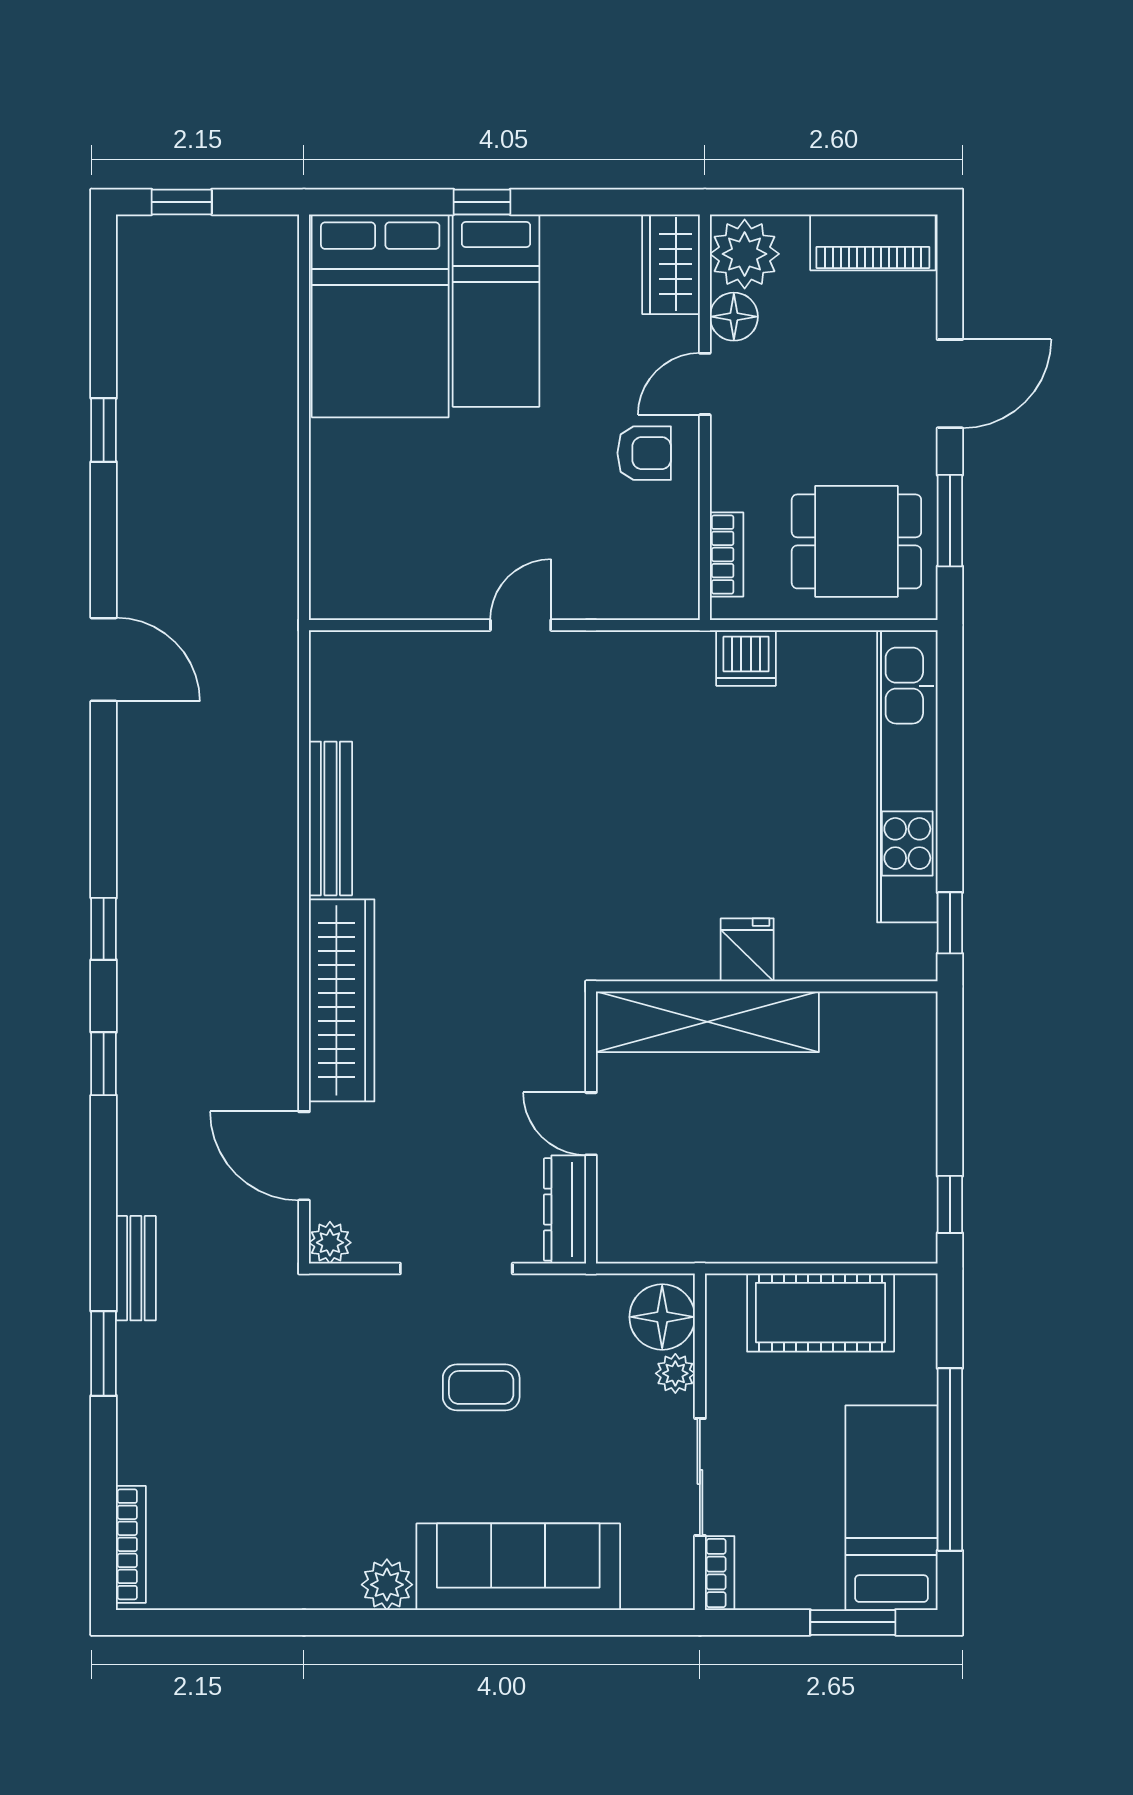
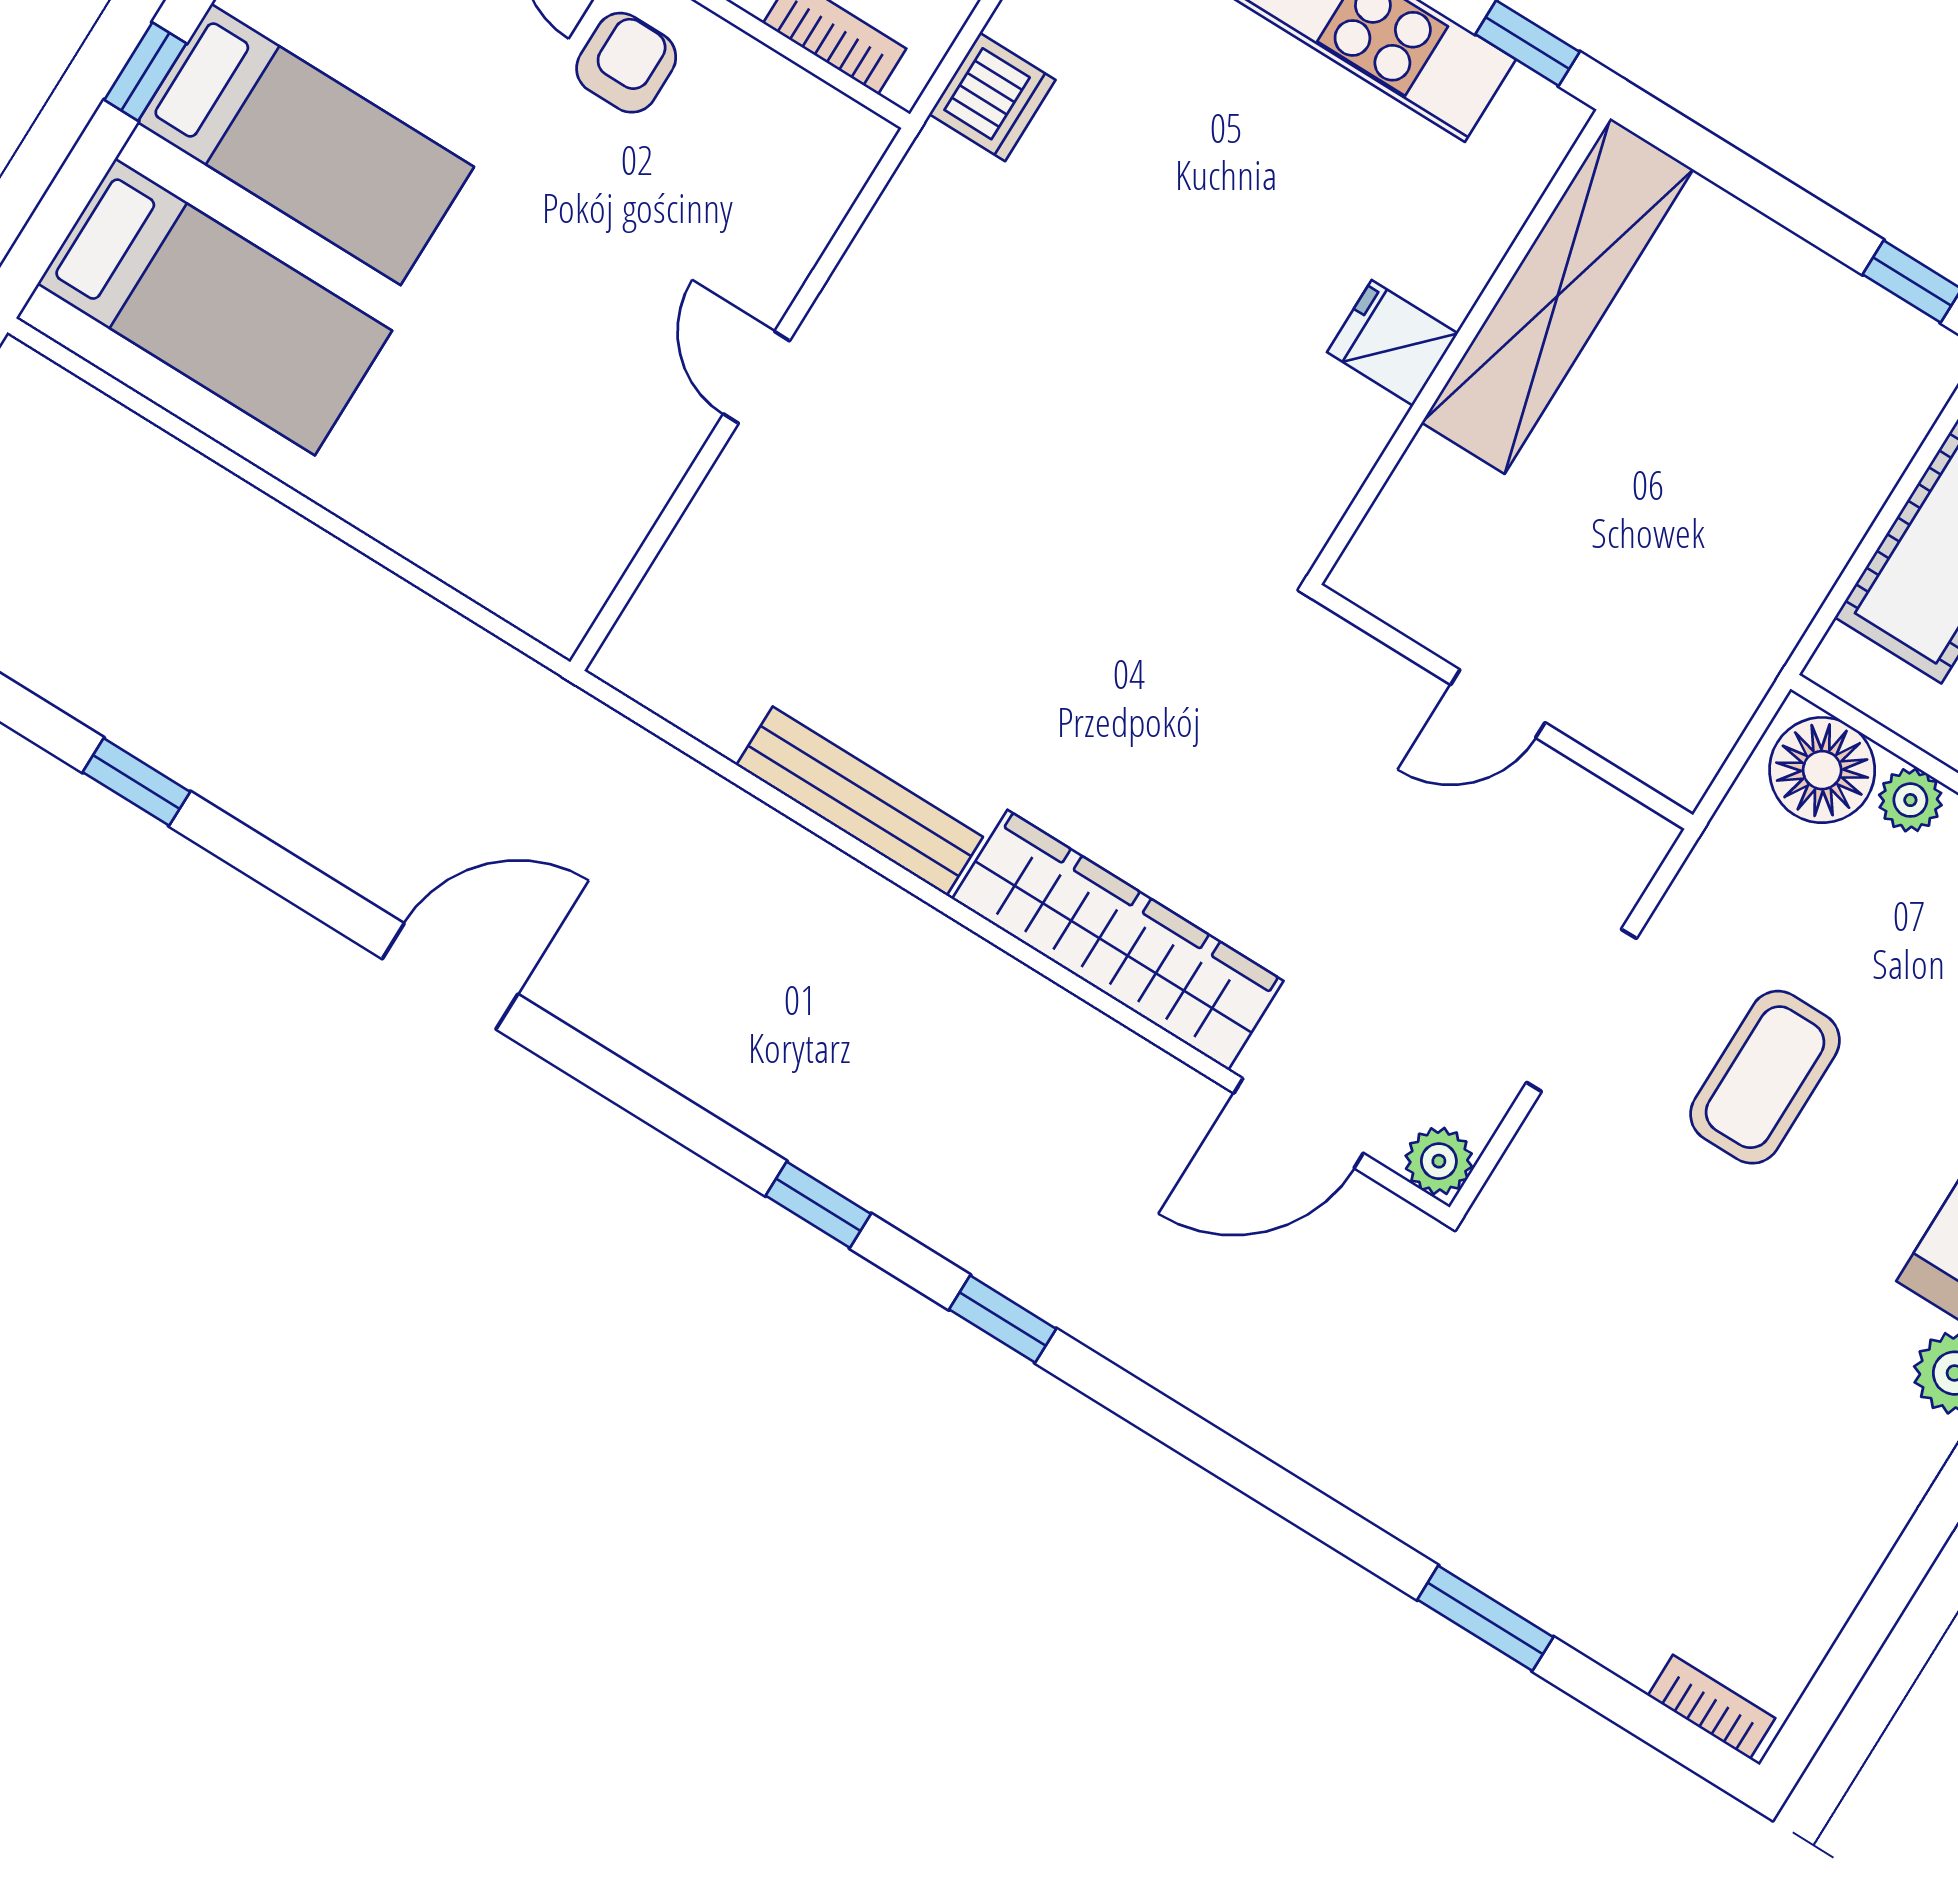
bed: (380, 316) -> (215, 307), width x0.67
shelving: (707, 1022) -> (1557, 296), moved
dresser: (565, 1209) -> (1593, 812), removed
bench: (136, 1268) -> (1309, 1448), removed
window: (104, 1353) -> (1485, 1618), moved
coffee table: (481, 1387) -> (1765, 1077), width x1.36, depth x1.30
bookcase: (131, 1544) -> (1711, 1707), width x0.64

